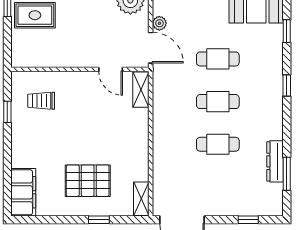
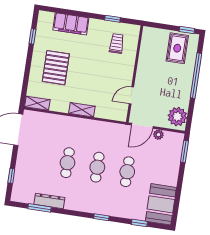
shelving: (141, 90) -> (82, 110), moved
filing cabinet: (23, 192) -> (71, 24), moved
window: (99, 220) -> (32, 36), moved

